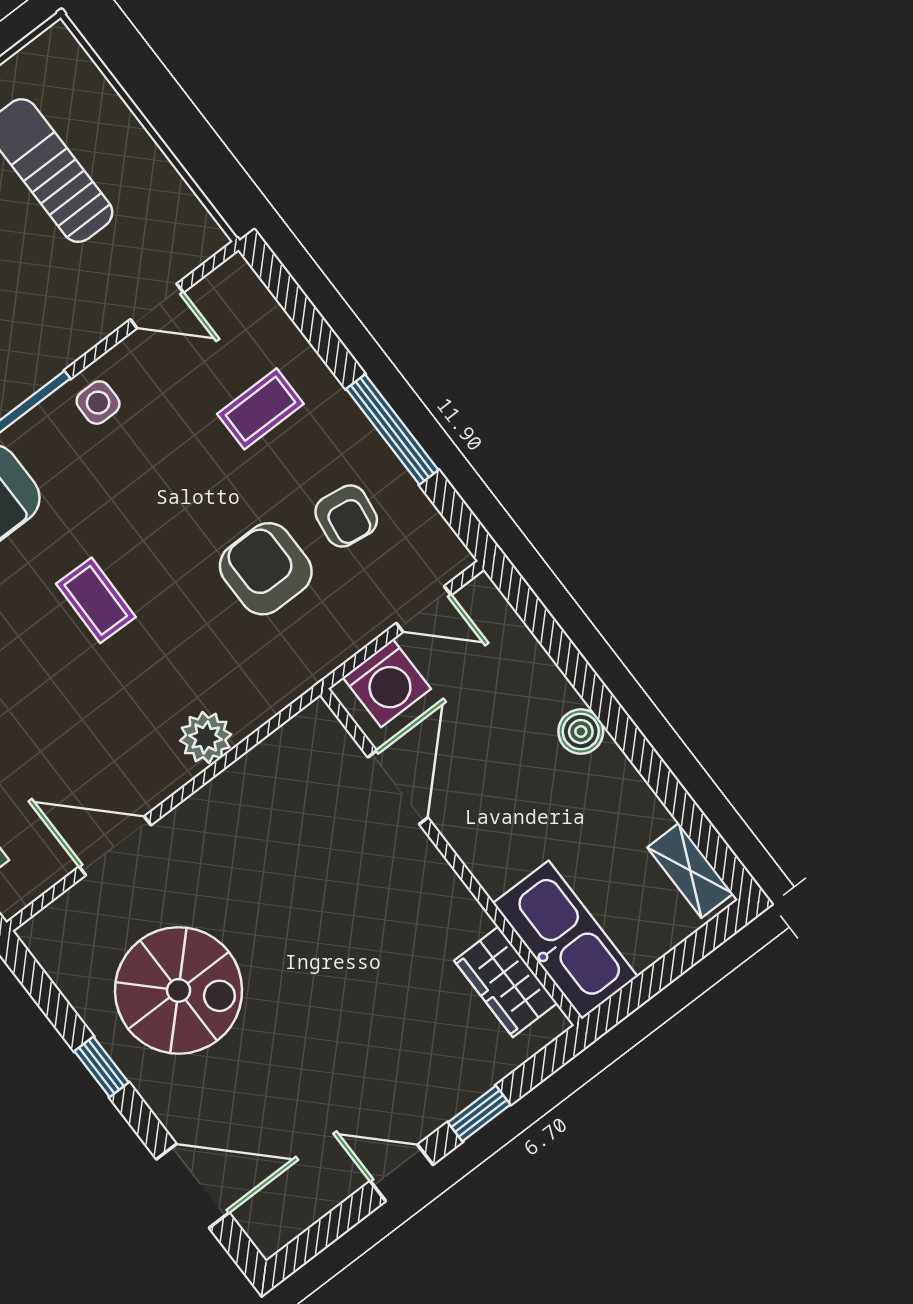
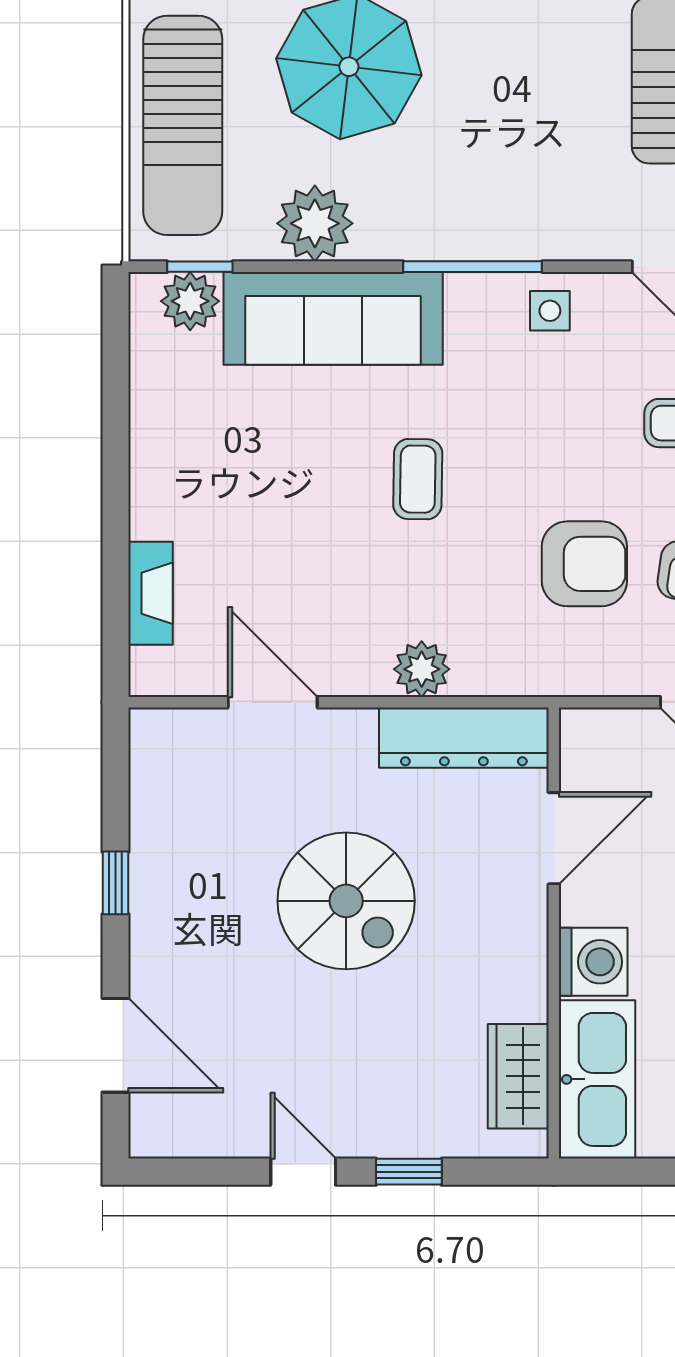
armchair: (266, 569) -> (584, 564), turned 90
washing machine: (387, 683) -> (593, 962), moved, turned -90
dresser: (275, 764) -> (464, 738), added
spiral stairs: (179, 990) -> (346, 901), moved

